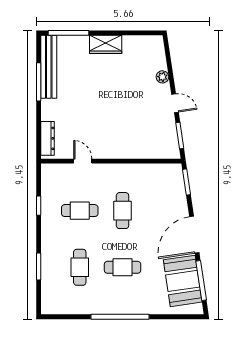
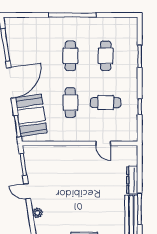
dresser: (48, 138) -> (132, 180), moved
cafe table: (123, 267) -> (70, 56), turned 90
booth: (183, 281) -> (31, 115), moved

